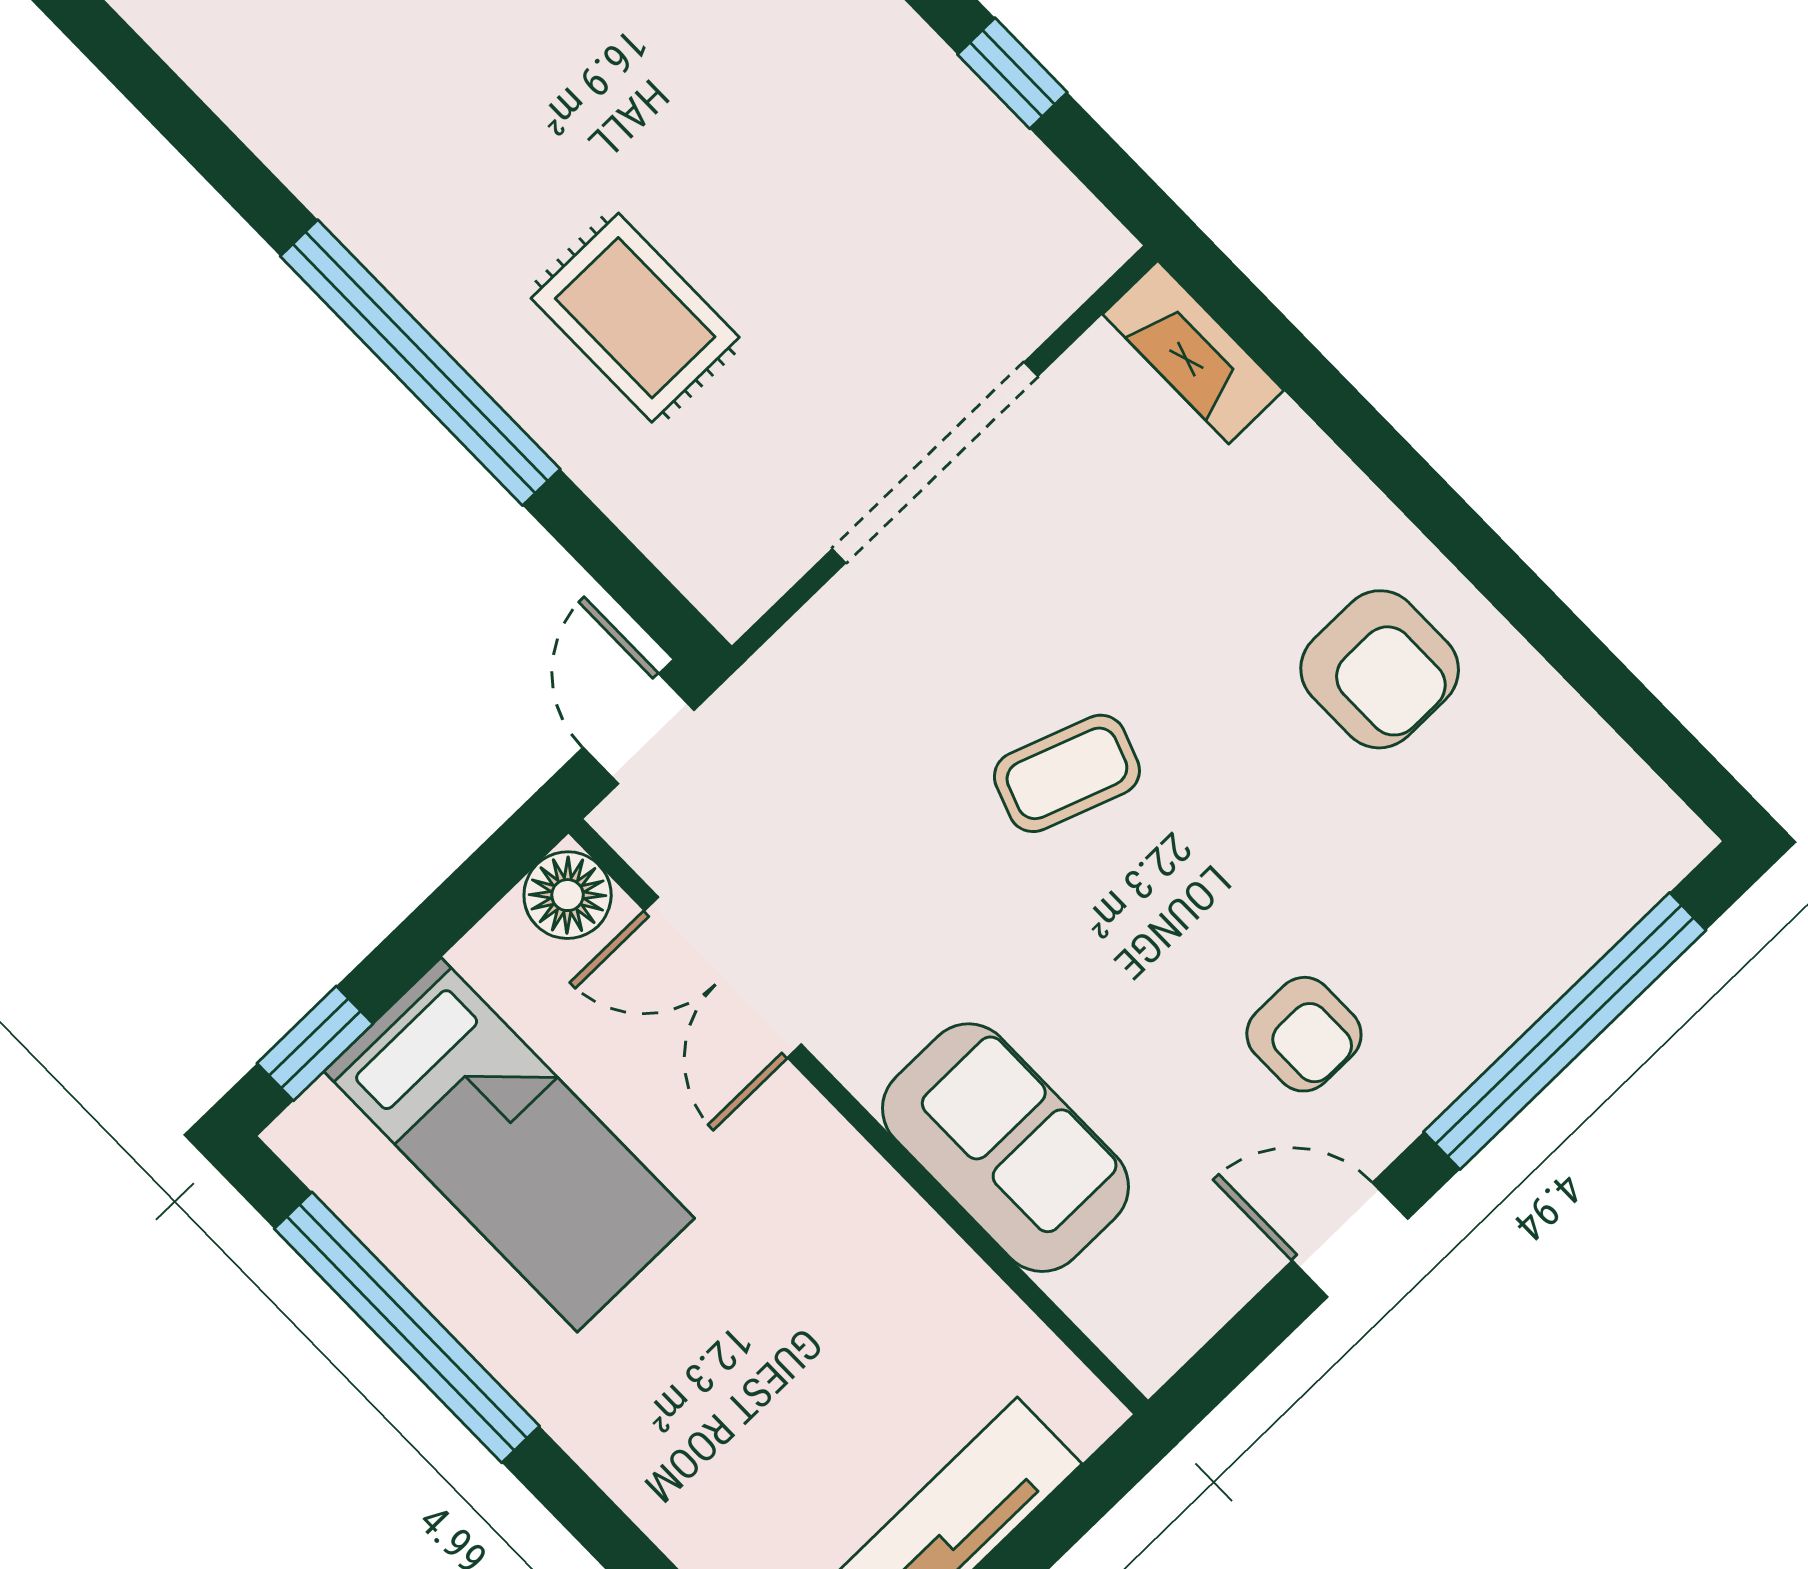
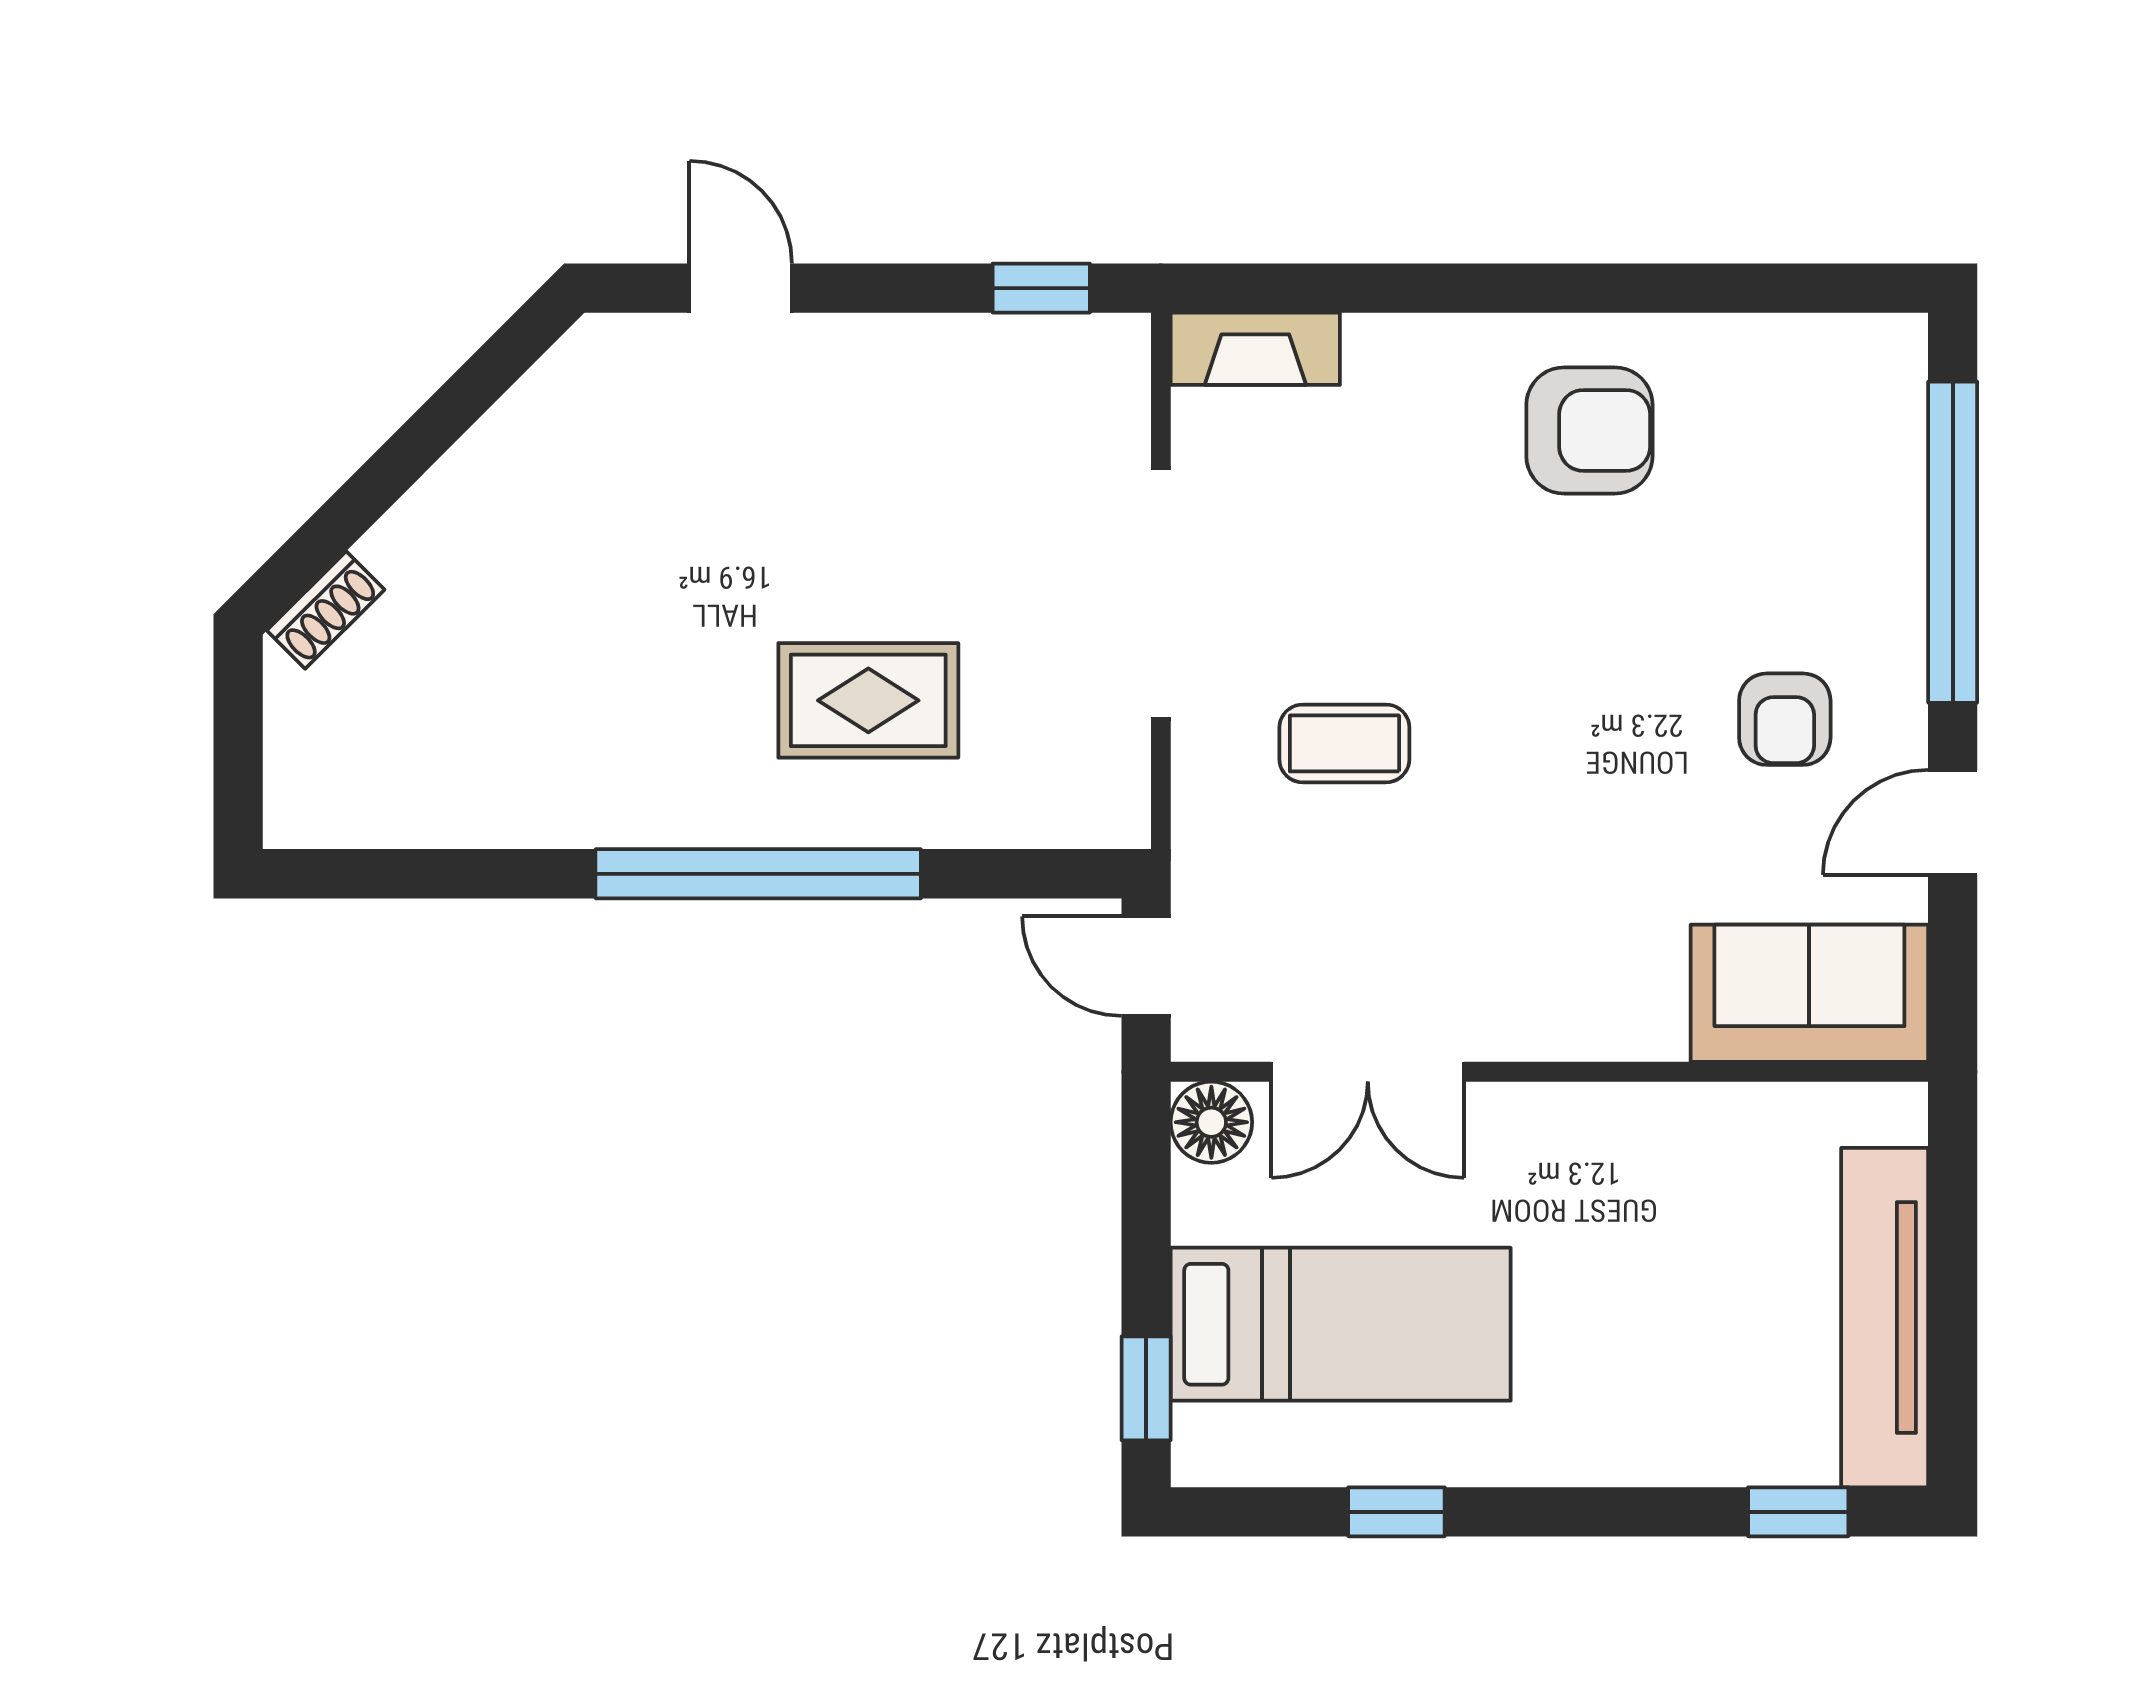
window: (1012, 73) -> (1041, 288), moved
coffee table: (1067, 773) -> (1344, 743), moved, turned 70
armchair: (1304, 1034) -> (1785, 719), turned 90
sofa: (1005, 1148) -> (1809, 993), moved
window: (407, 1327) -> (1396, 1512), width x0.32

